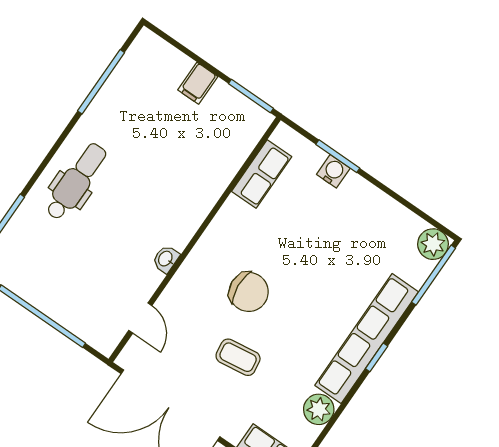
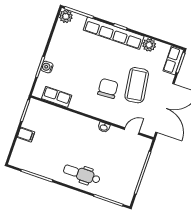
coffee table: (238, 357) -> (137, 85), width x1.86, depth x1.72

